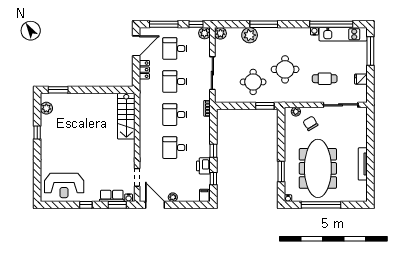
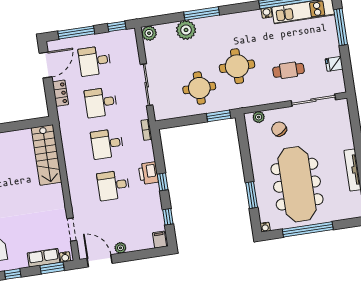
plant: (204, 33) -> (129, 36), removed
printer: (203, 166) -> (148, 173), moved

